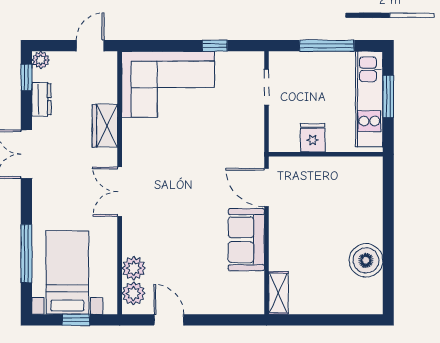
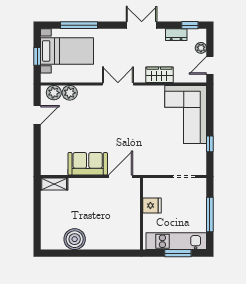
door: (90, 46) -> (210, 65), swing flipped
plant: (41, 60) -> (201, 48), moved

